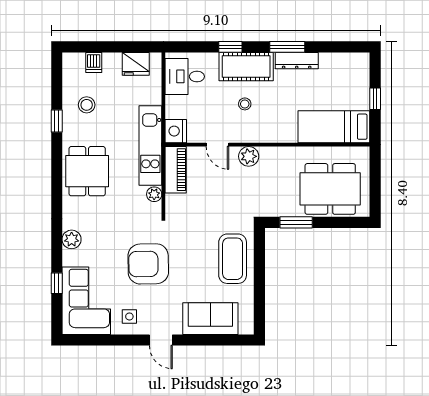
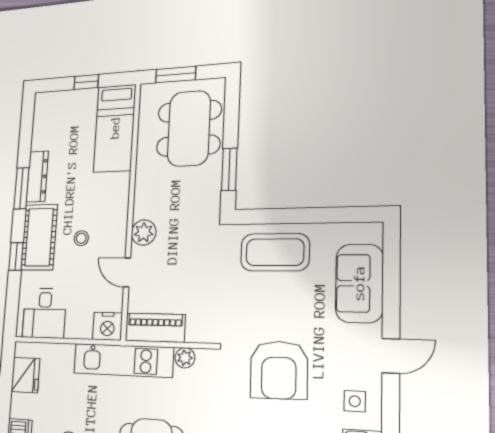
door: (217, 145) -> (127, 273), swing flipped
window: (375, 176) -> (176, 75), added

